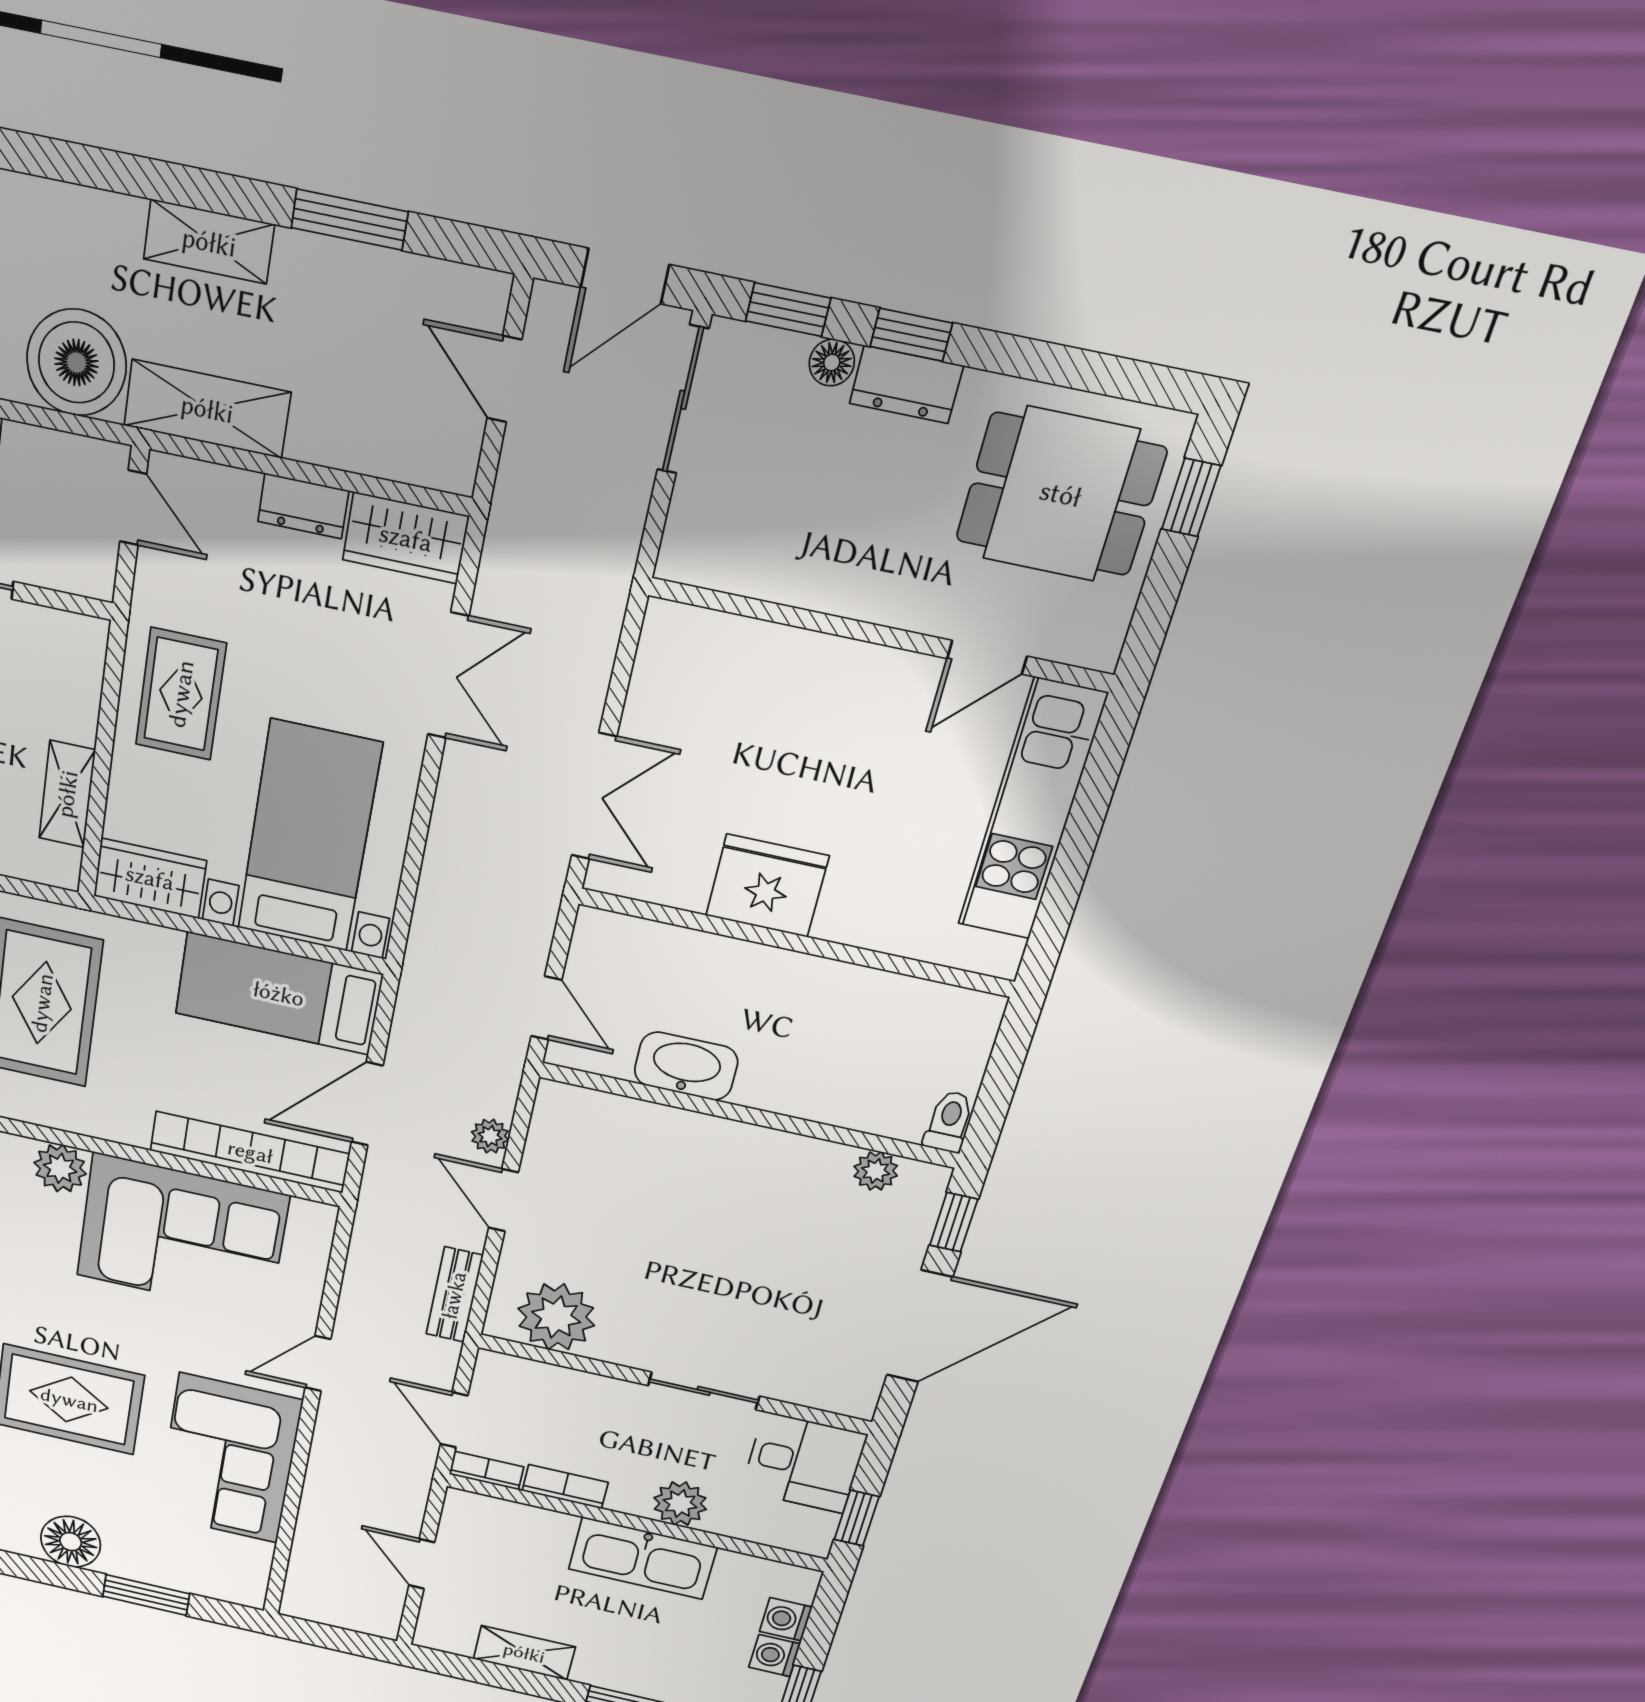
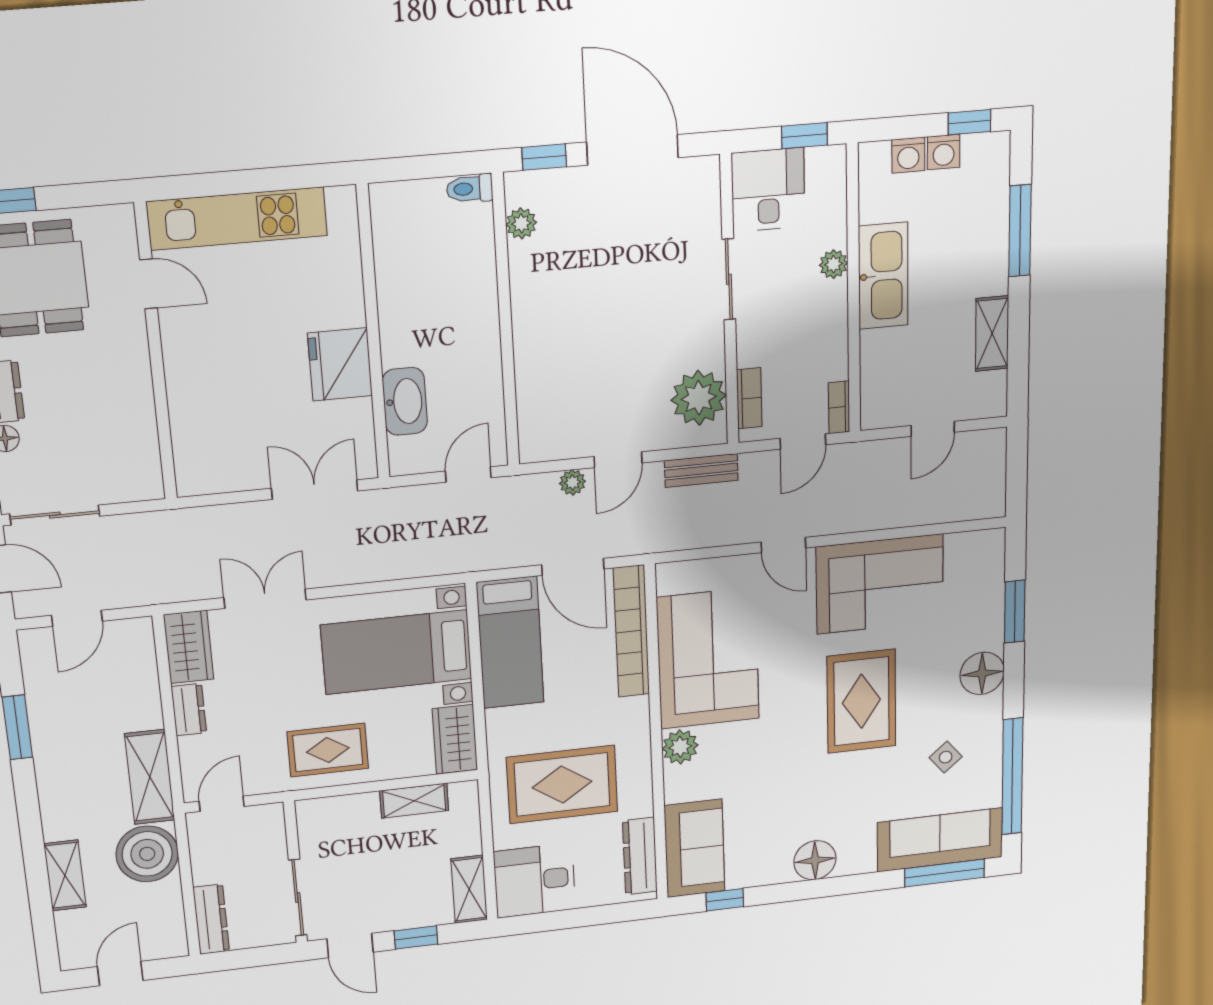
shelving: (209, 242) -> (65, 875), moved
washbasin: (686, 1066) -> (405, 401), moved, turned 180
bookcase: (565, 1487) -> (749, 398), moved, turned 180
plant: (680, 1504) -> (834, 264), width x0.73, depth x0.73

